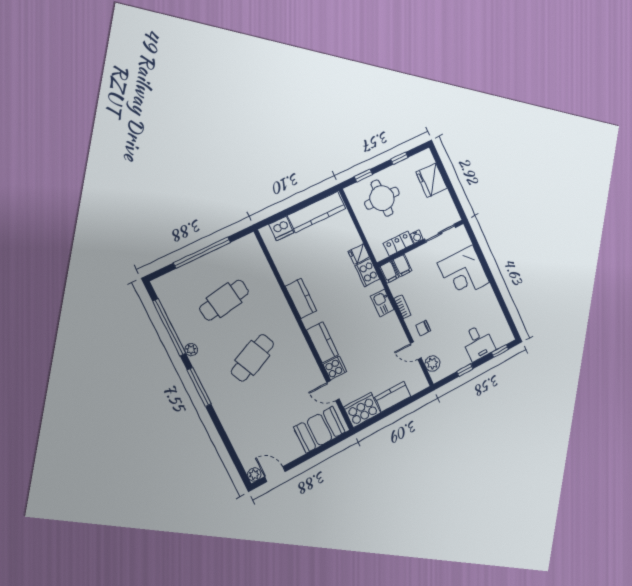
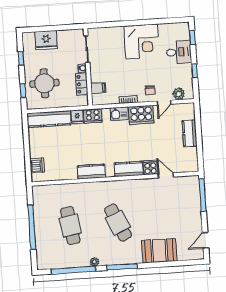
kitchen counter: (317, 212) -> (49, 119), moved, turned 90
filing cabinet: (389, 272) -> (99, 100), removed
corner desk: (464, 273) -> (142, 41), moved
door: (333, 391) -> (166, 175), swing flipped
cooker: (362, 410) -> (141, 115), moved, turned -90
booth: (319, 430) -> (159, 251), moved, turned 90
window: (328, 445) -> (203, 195), added
plant: (254, 475) -> (199, 255), removed

